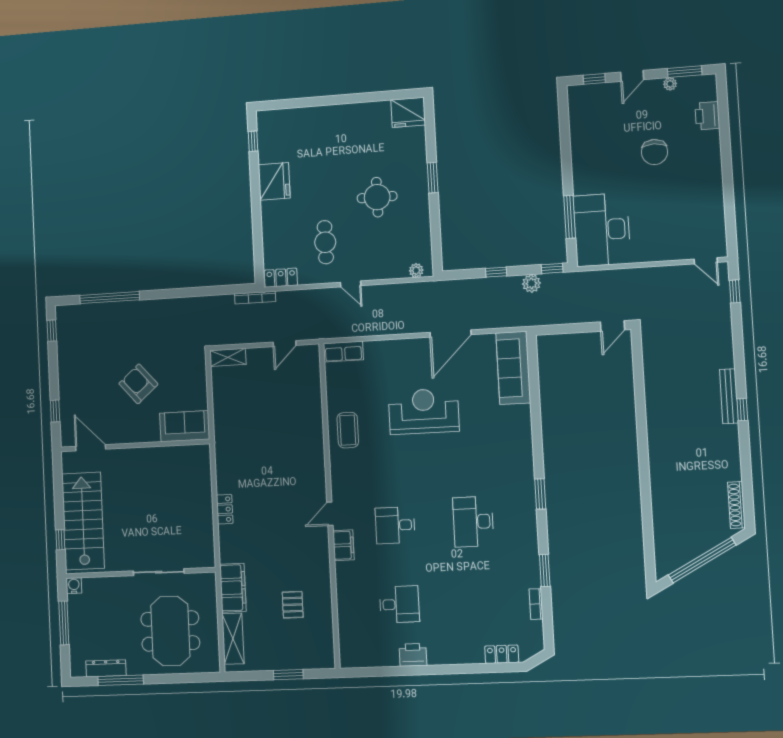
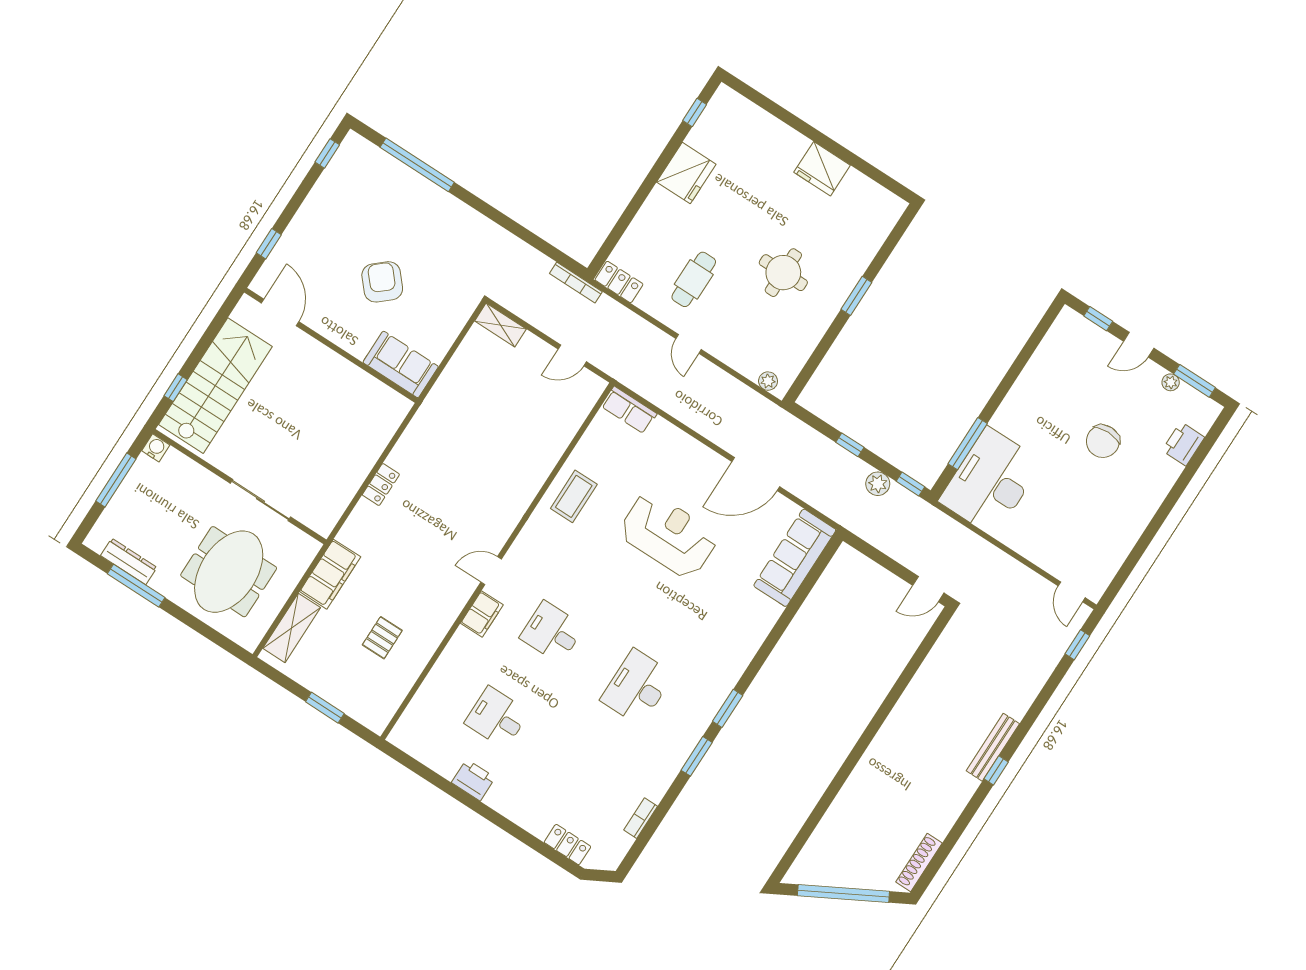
fridge: (408, 112) -> (822, 169), moved
window: (545, 570) -> (697, 756), moved
desk: (399, 604) -> (497, 718), turned 180

